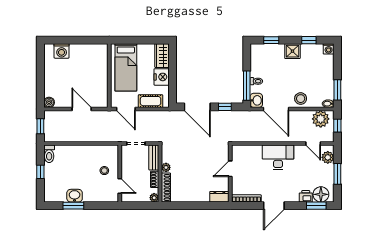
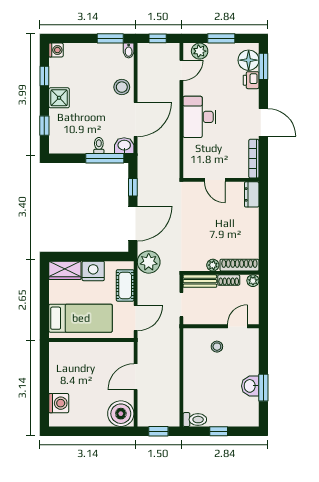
boiler: (49, 102) -> (121, 414), width x1.86, depth x1.86
plant: (321, 119) -> (149, 262), moved

